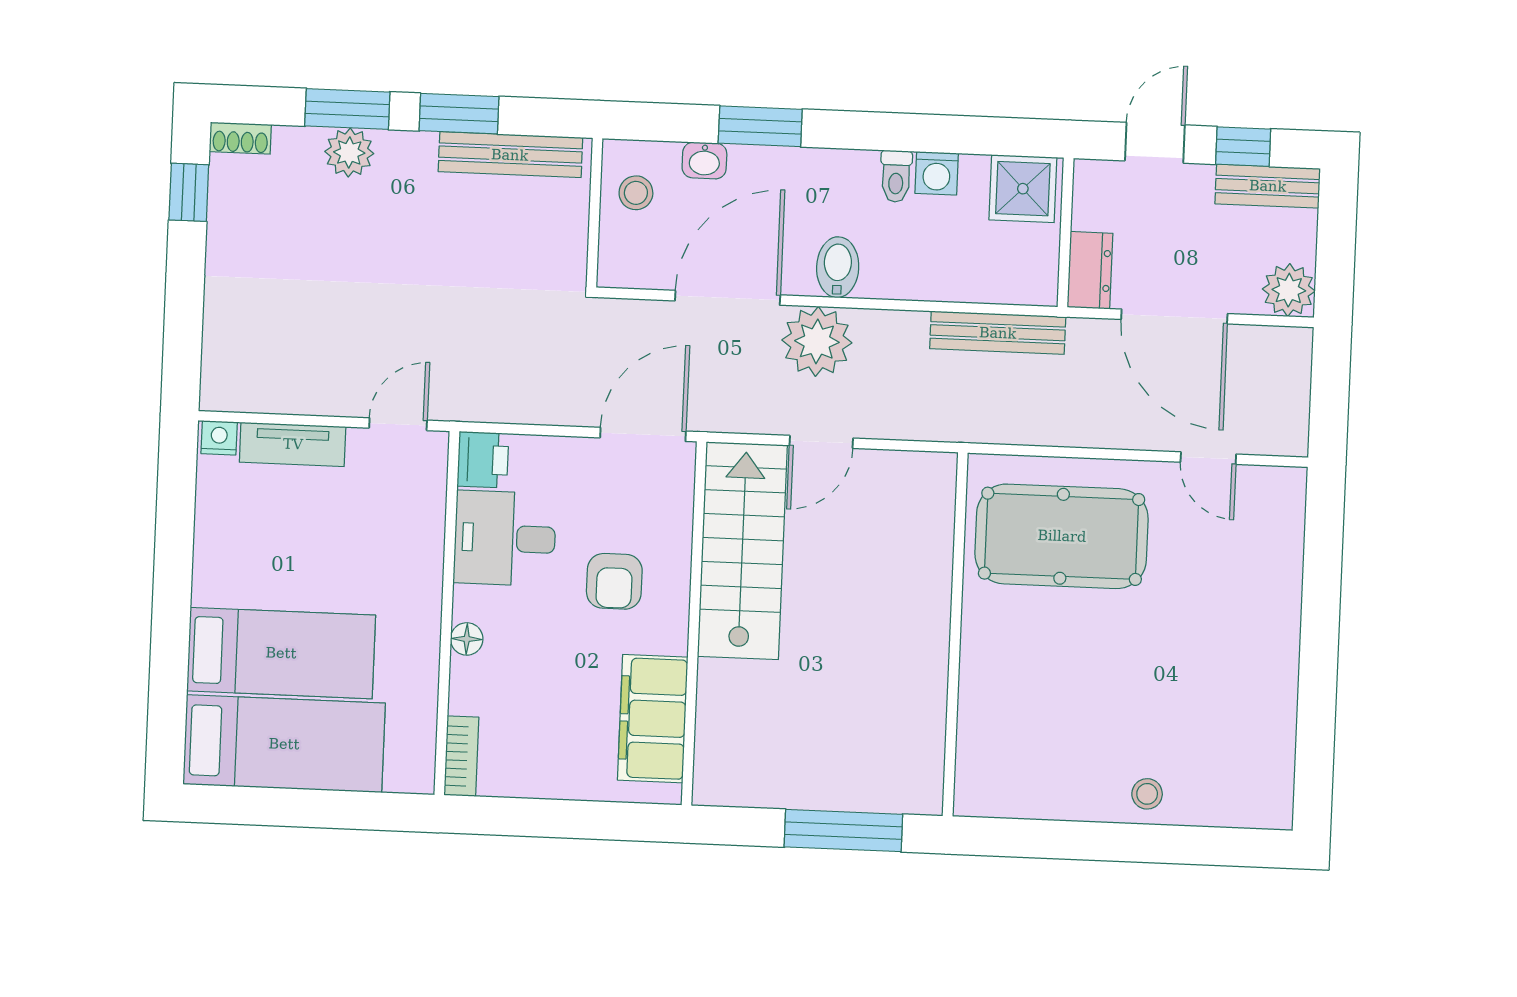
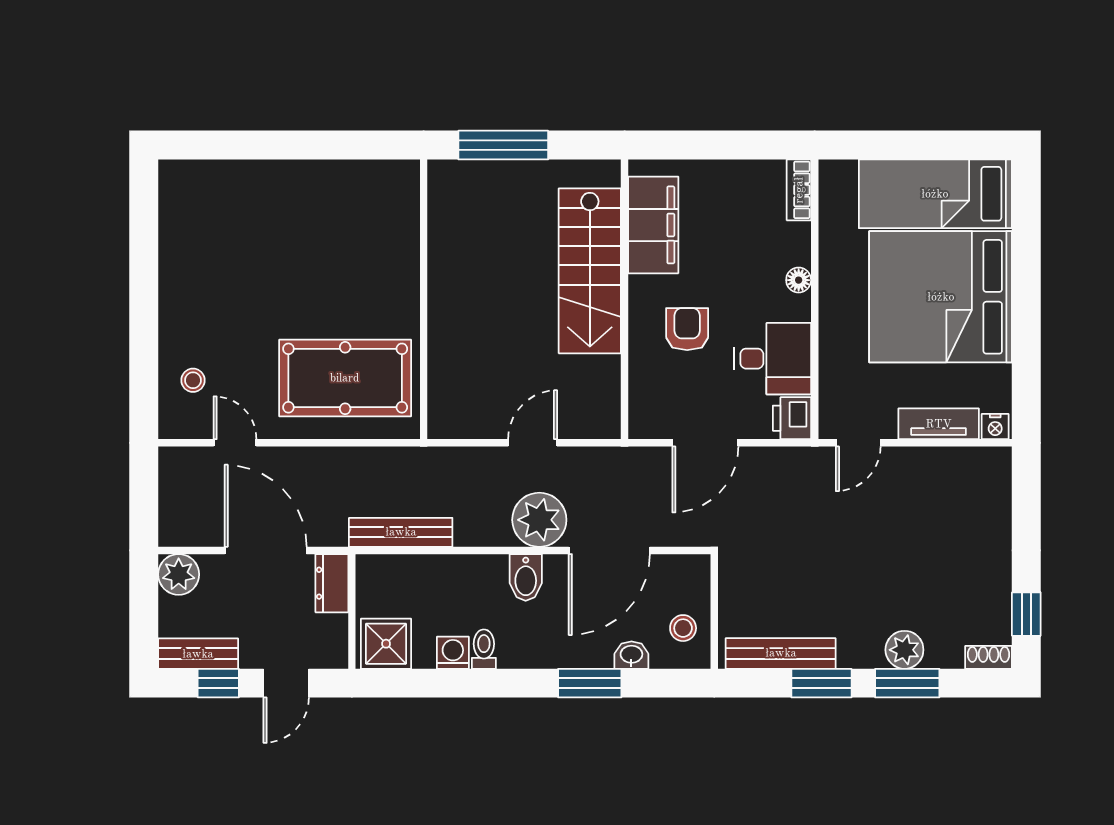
door: (643, 434) -> (705, 443), moved
stairs: (742, 551) -> (590, 271), moved
bed: (281, 653) -> (941, 297), width x2.04
stool: (1147, 794) -> (193, 380), moved

